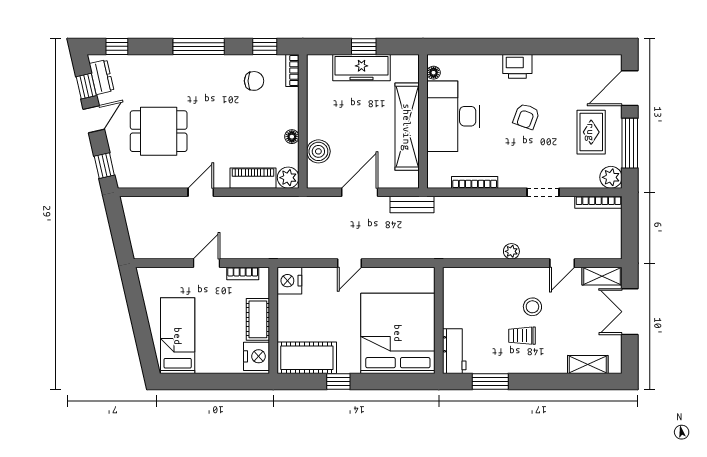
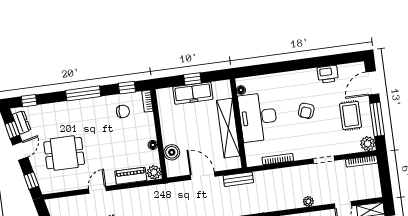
printer: (517, 66) -> (328, 74), moved
door: (360, 192) -> (203, 176), hinge flipped

